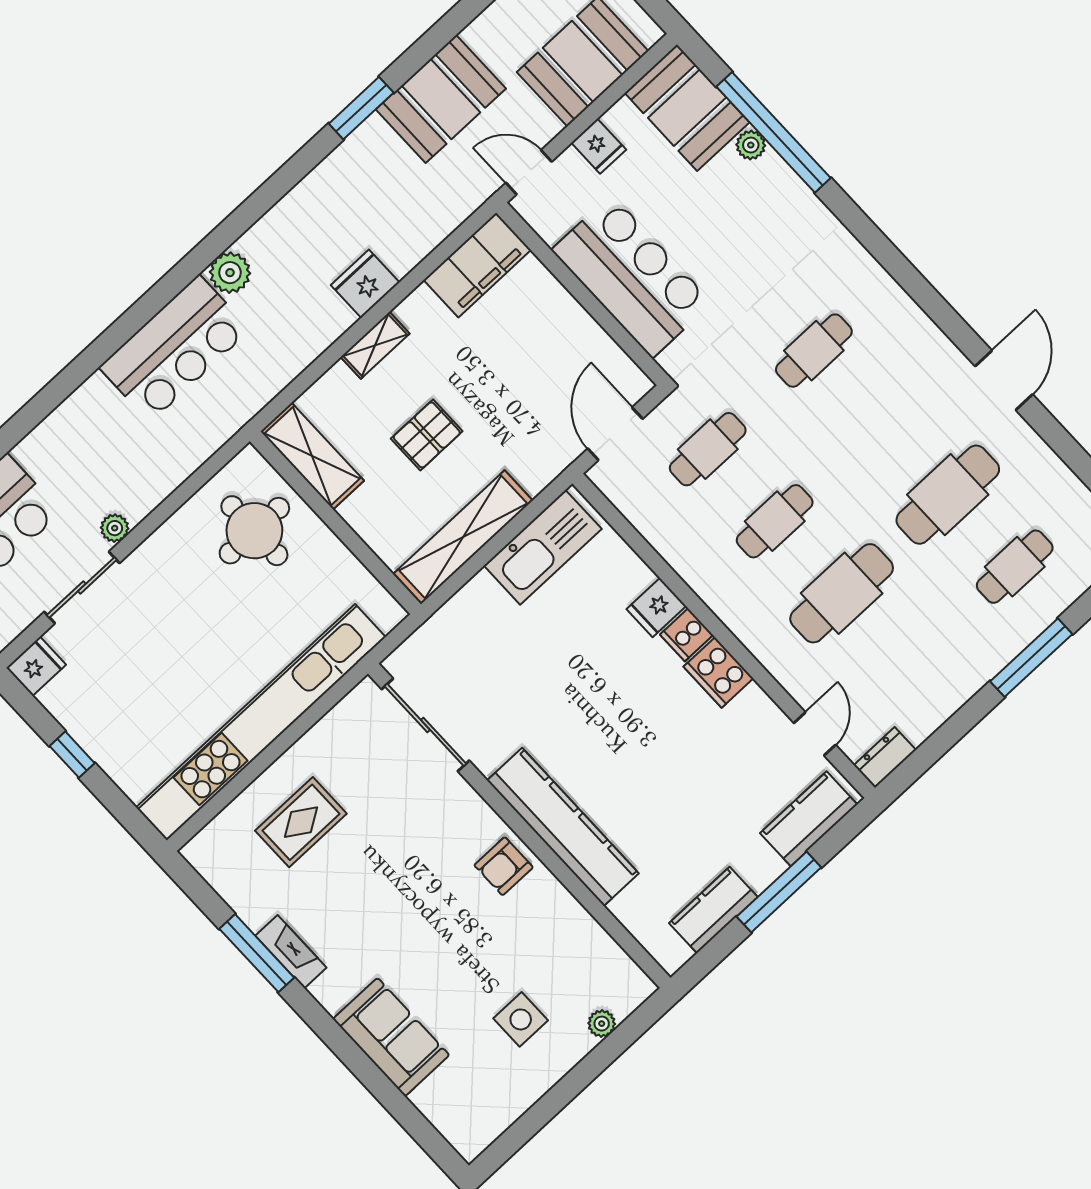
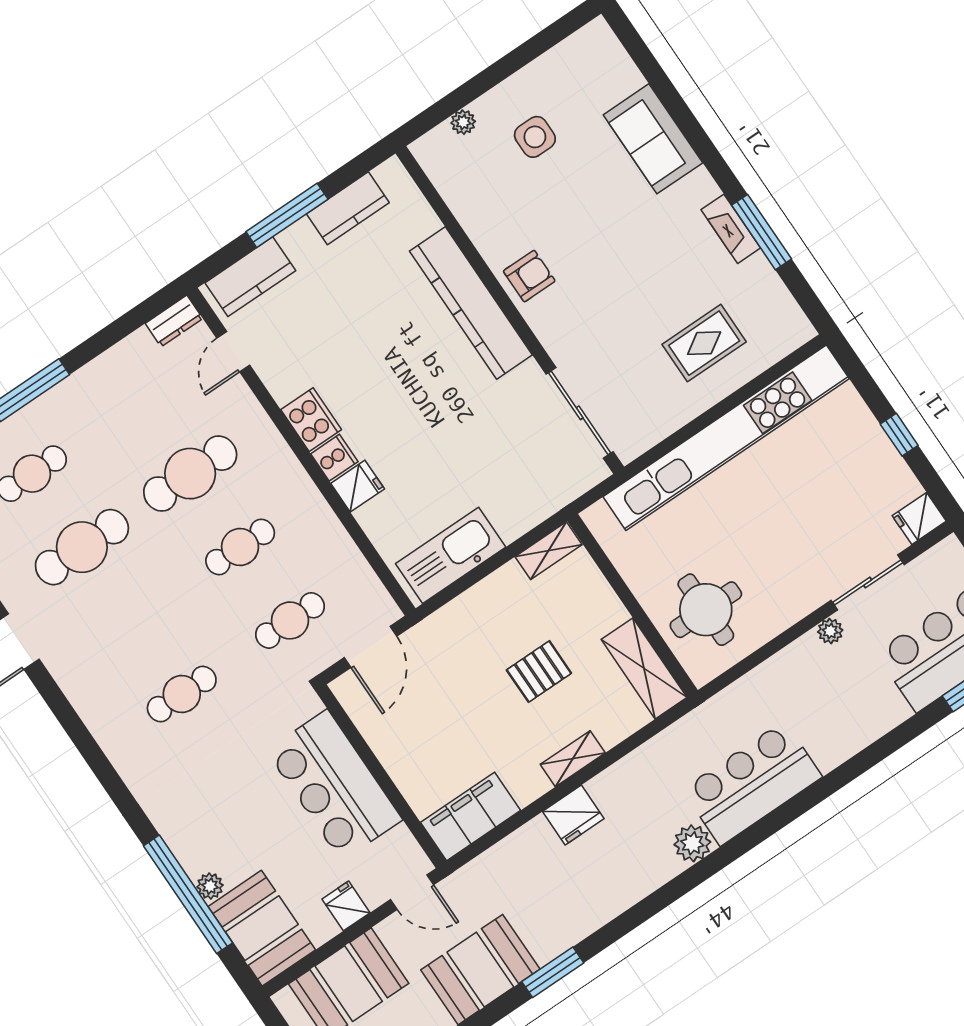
shelving: (463, 537) -> (549, 551), width x0.45, depth x0.75

